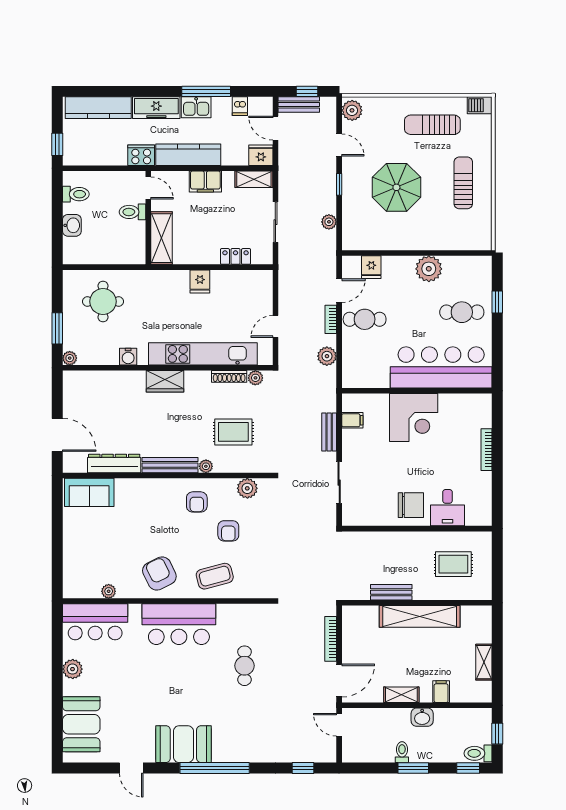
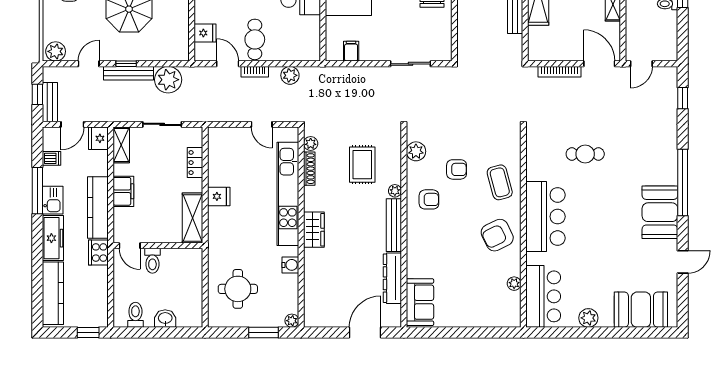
door: (148, 188) -> (130, 246), swing flipped
plant: (329, 222) -> (168, 80), width x1.87, depth x1.87
shelving: (161, 238) -> (192, 218), moved, turned 90
bench: (329, 432) -> (128, 73), moved, width x1.36

